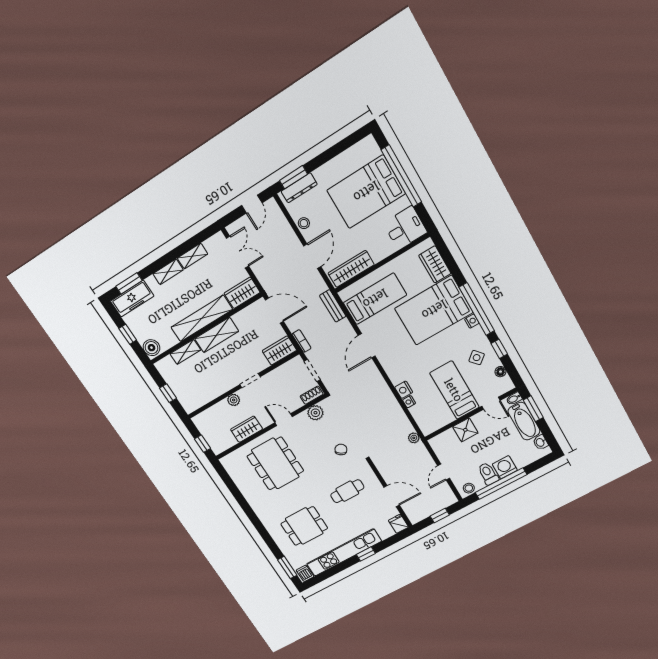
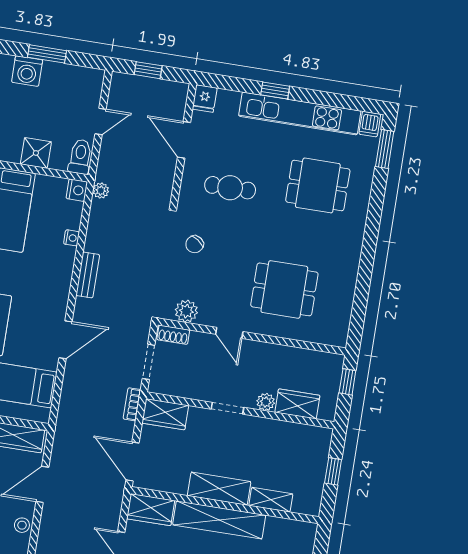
bench: (333, 306) -> (88, 275), moved
boiler: (151, 348) -> (304, 536), removed
nightstand: (404, 390) -> (77, 190), moved
wardrobe: (247, 429) -> (297, 404), moved, turned 180
dining table: (275, 464) -> (284, 289), width x0.73
toilet: (488, 474) -> (80, 157), moved, turned 180
window: (501, 484) -> (47, 54), width x0.47
stool: (469, 488) -> (88, 78), removed

